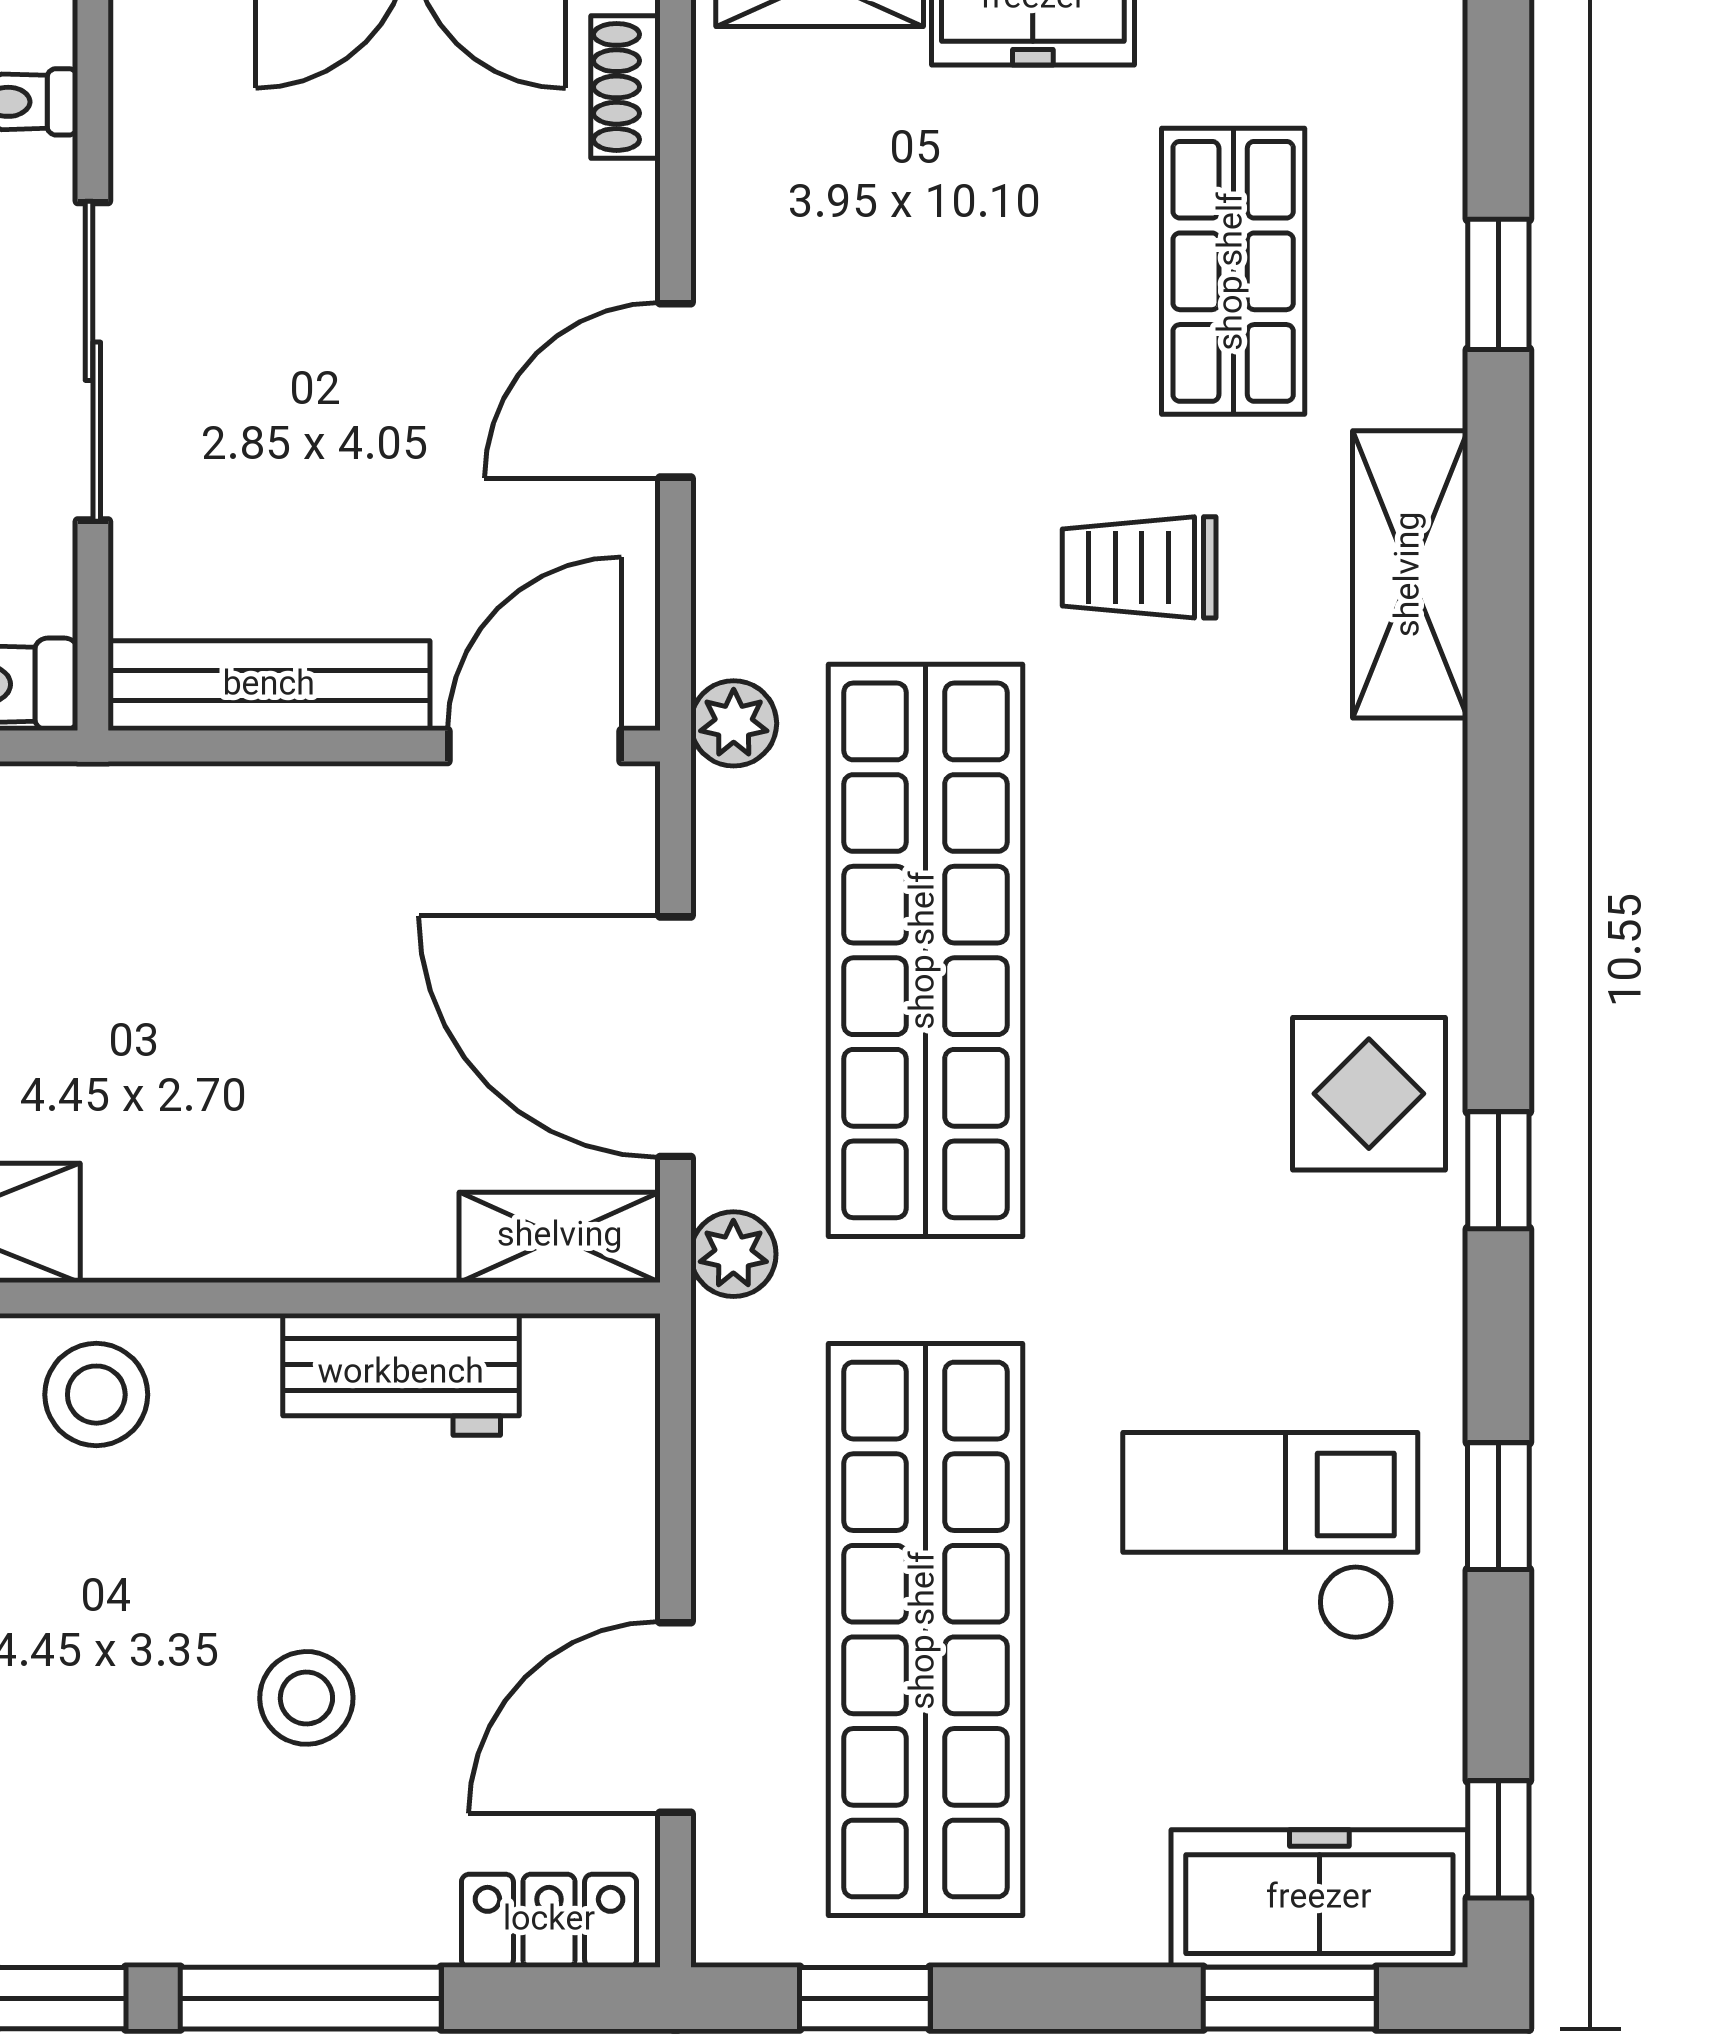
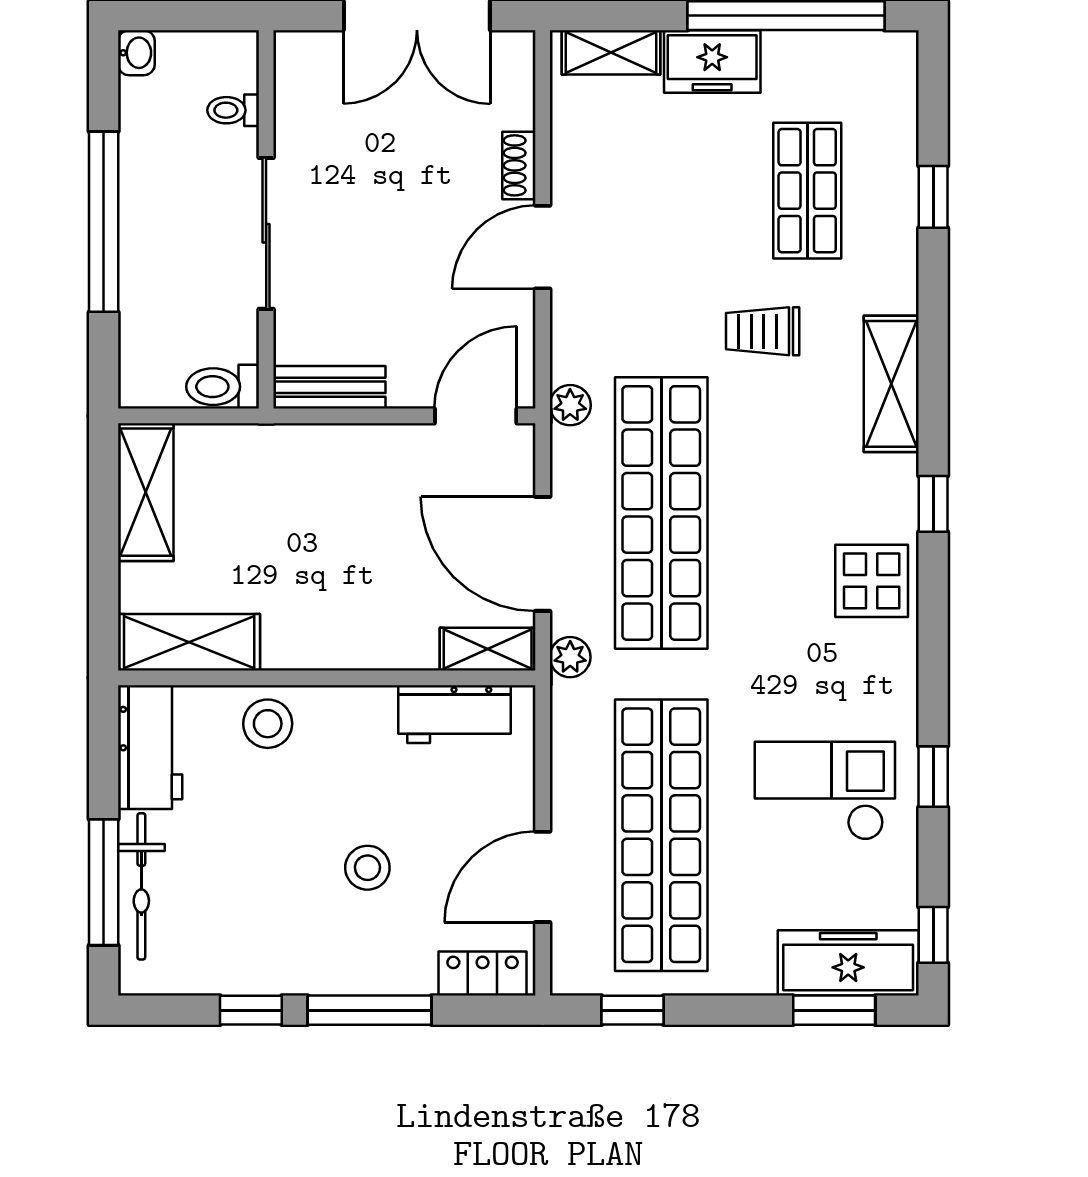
shoe rack: (626, 87) -> (519, 165), moved
shelving: (1410, 574) -> (891, 384), moved
bench: (269, 686) -> (329, 387), width x0.73
window: (1498, 1170) -> (933, 504), moved
workbench: (401, 1374) -> (455, 714), moved

